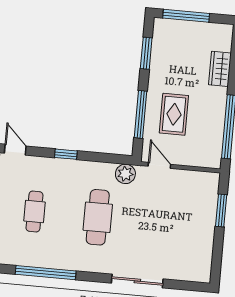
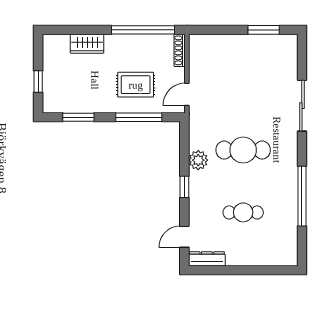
window: (186, 16) -> (38, 82), width x0.46
shoe rack: (205, 162) -> (180, 50), added
plant: (125, 174) -> (198, 160), moved
window: (221, 211) -> (264, 30), moved

